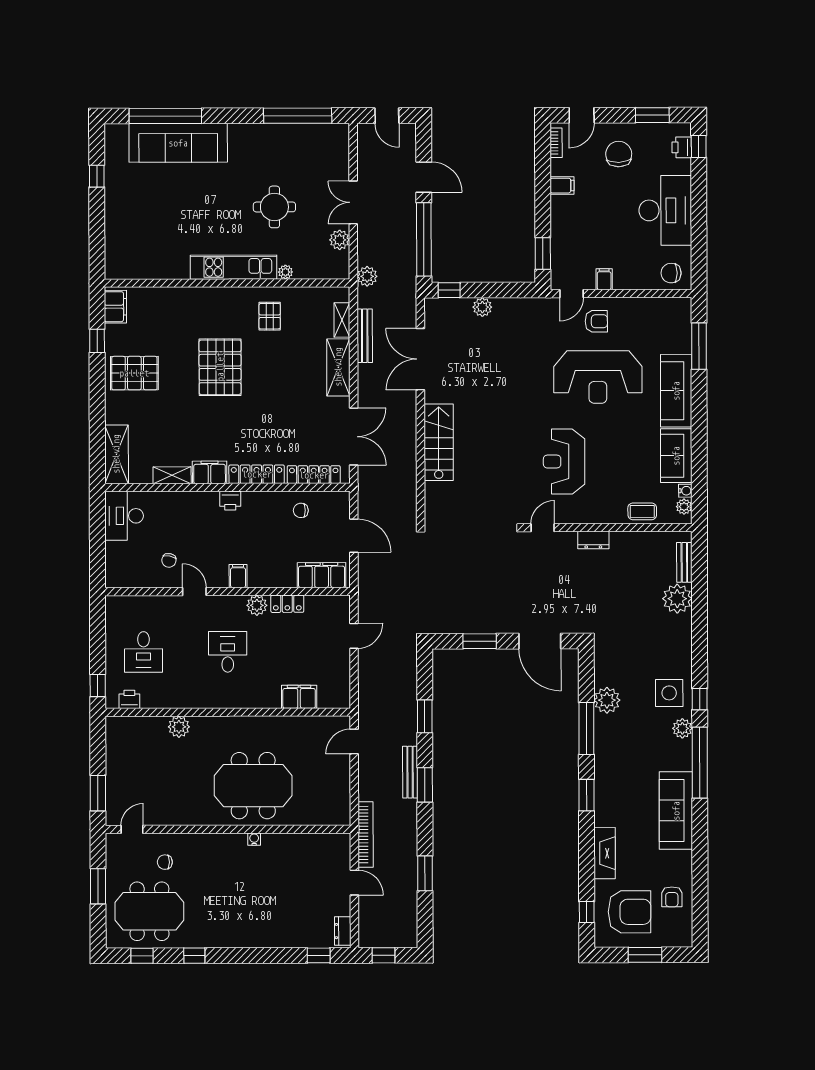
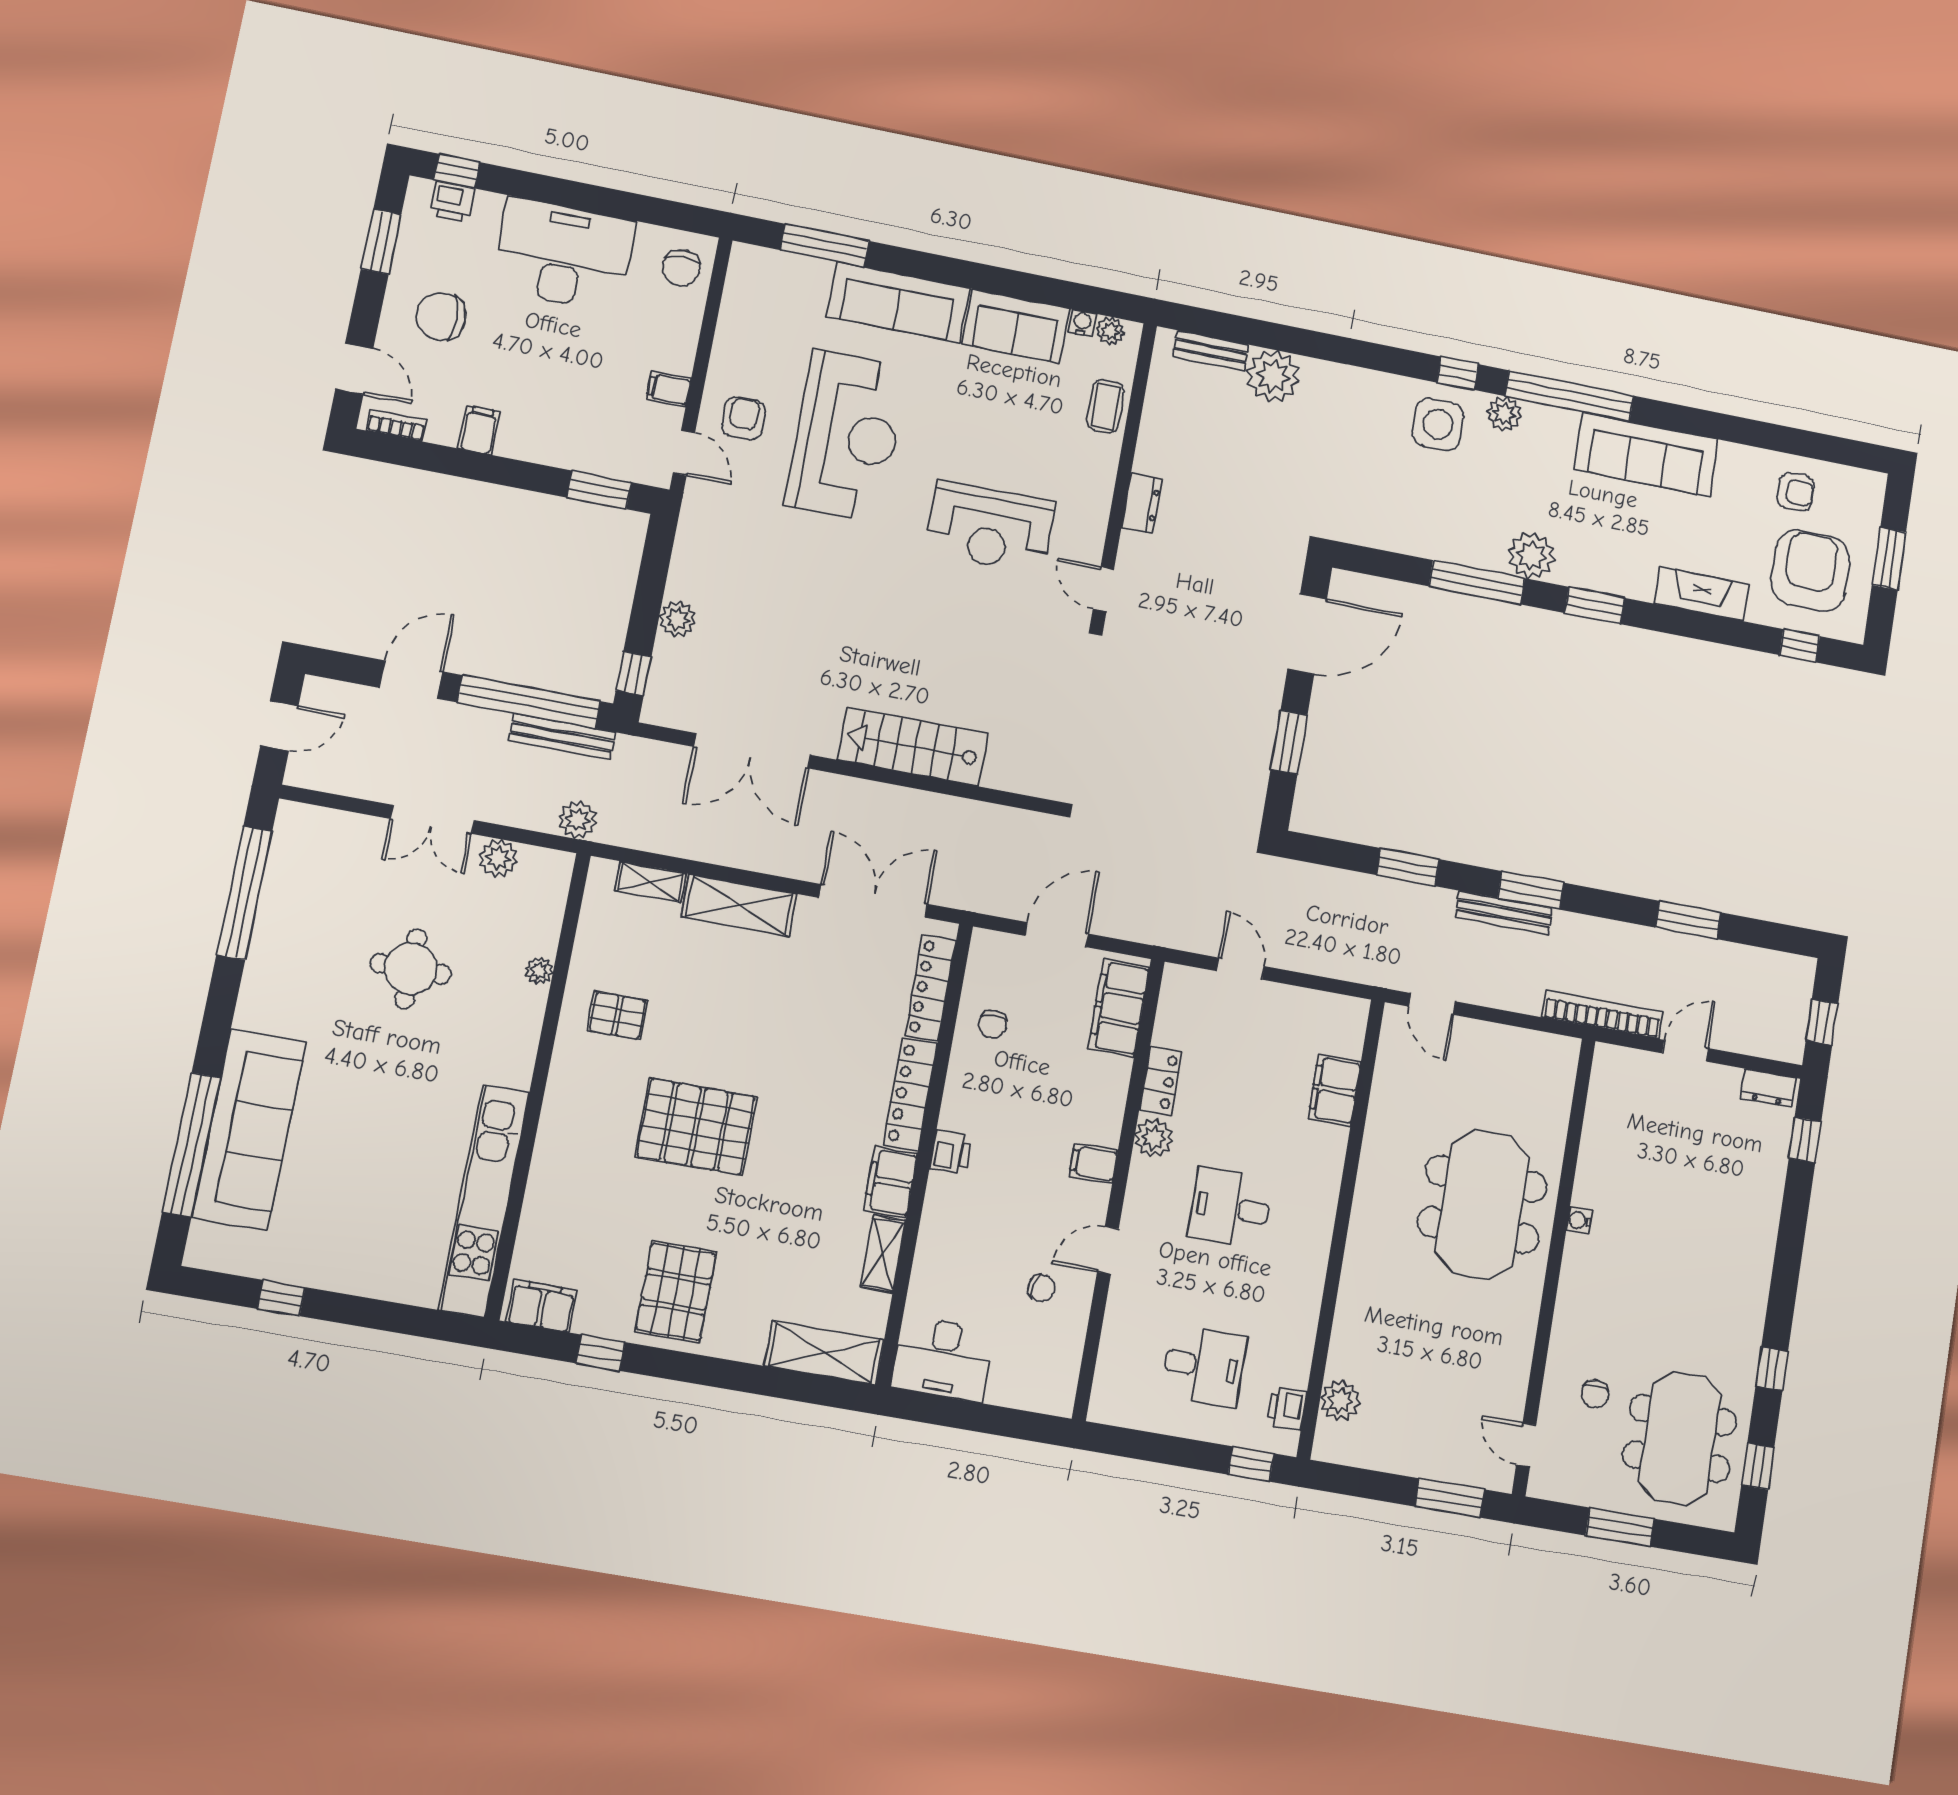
kitchen unit: (234, 267) -> (484, 1201), moved, width x1.36
bench: (365, 336) -> (562, 737), moved
plant: (607, 700) -> (1532, 556), moved
plant: (179, 727) -> (1340, 1401), moved

